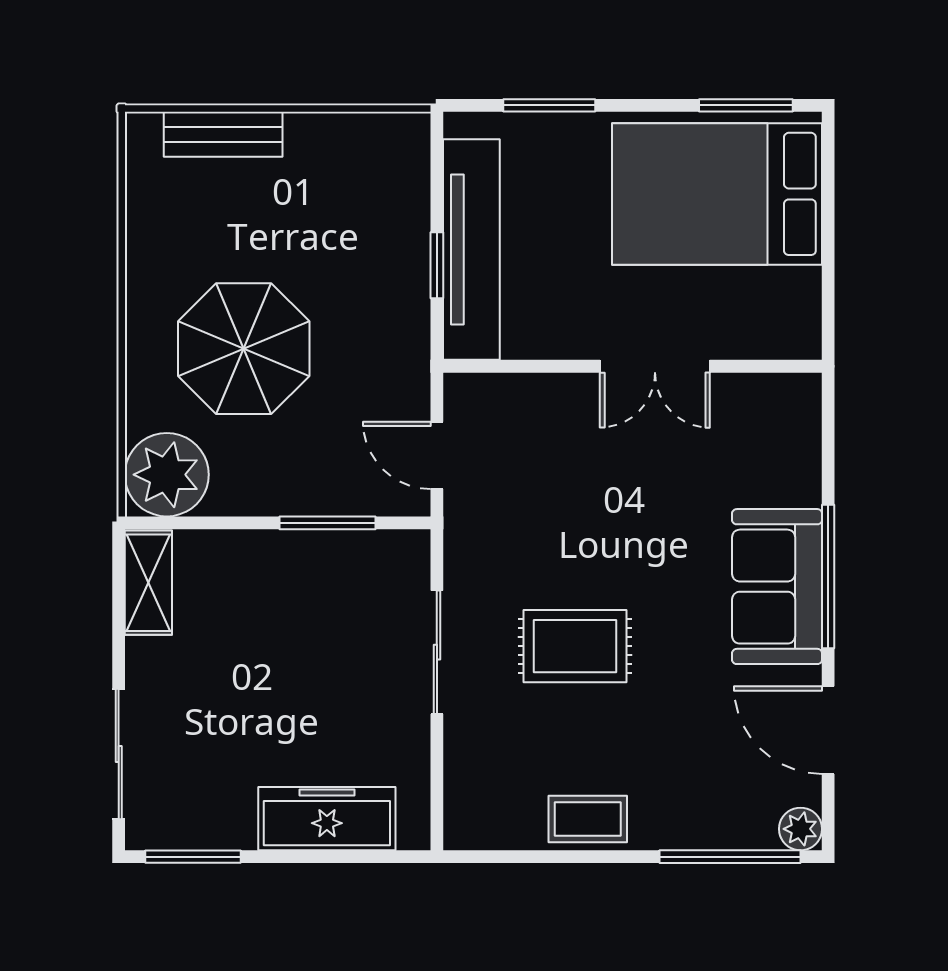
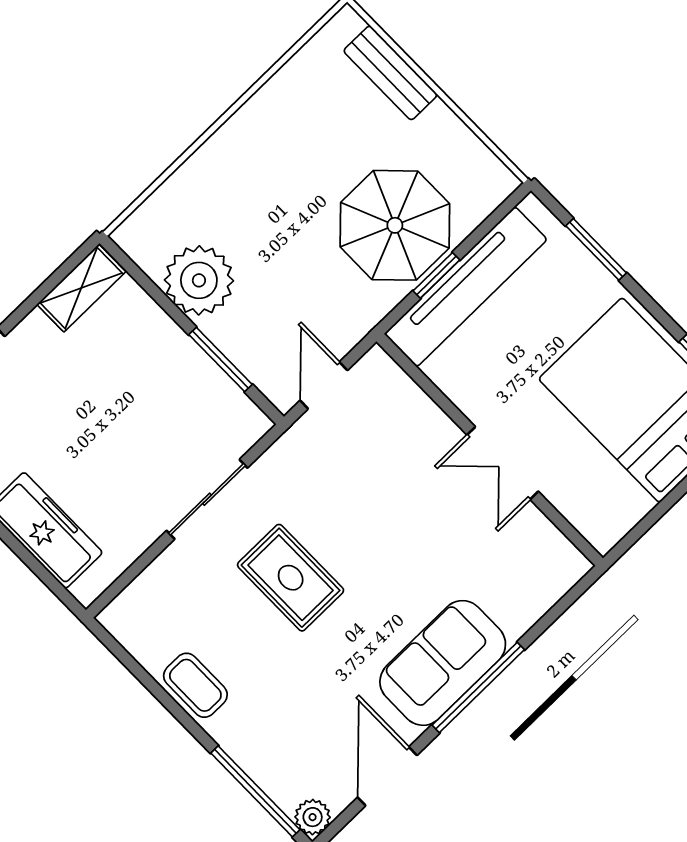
parasol: (244, 349) -> (395, 225), moved
plant: (167, 475) -> (199, 280), moved

